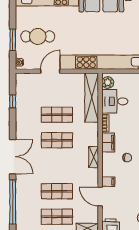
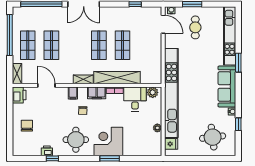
cafe table: (38, 37) -> (195, 27), width x0.73, depth x0.74
door: (50, 71) -> (163, 24), moved
shelving: (92, 98) -> (117, 78), moved
filing cabinet: (108, 182) -> (73, 93), moved
door: (100, 197) -> (46, 85), hinge flipped

